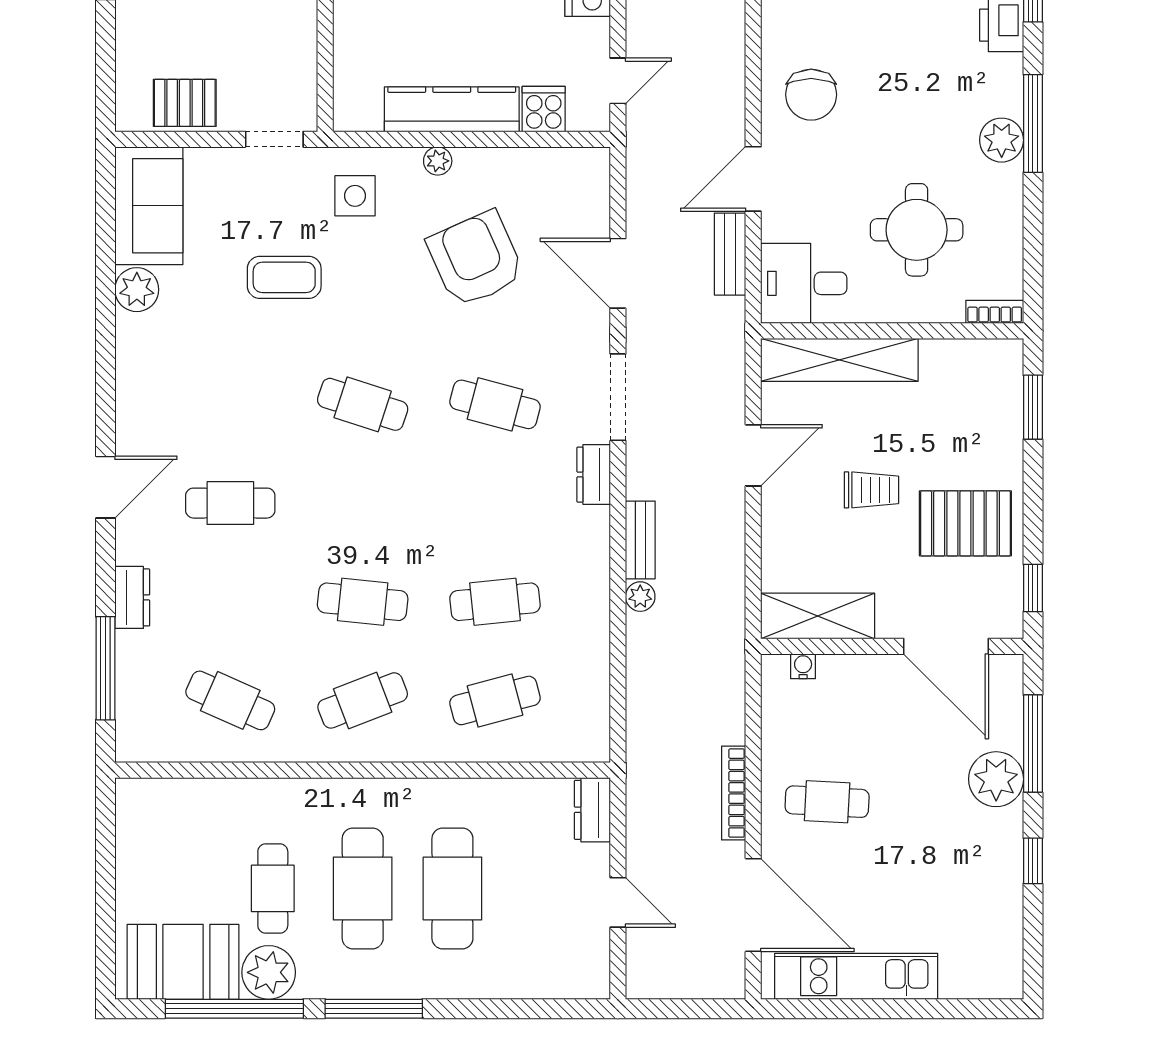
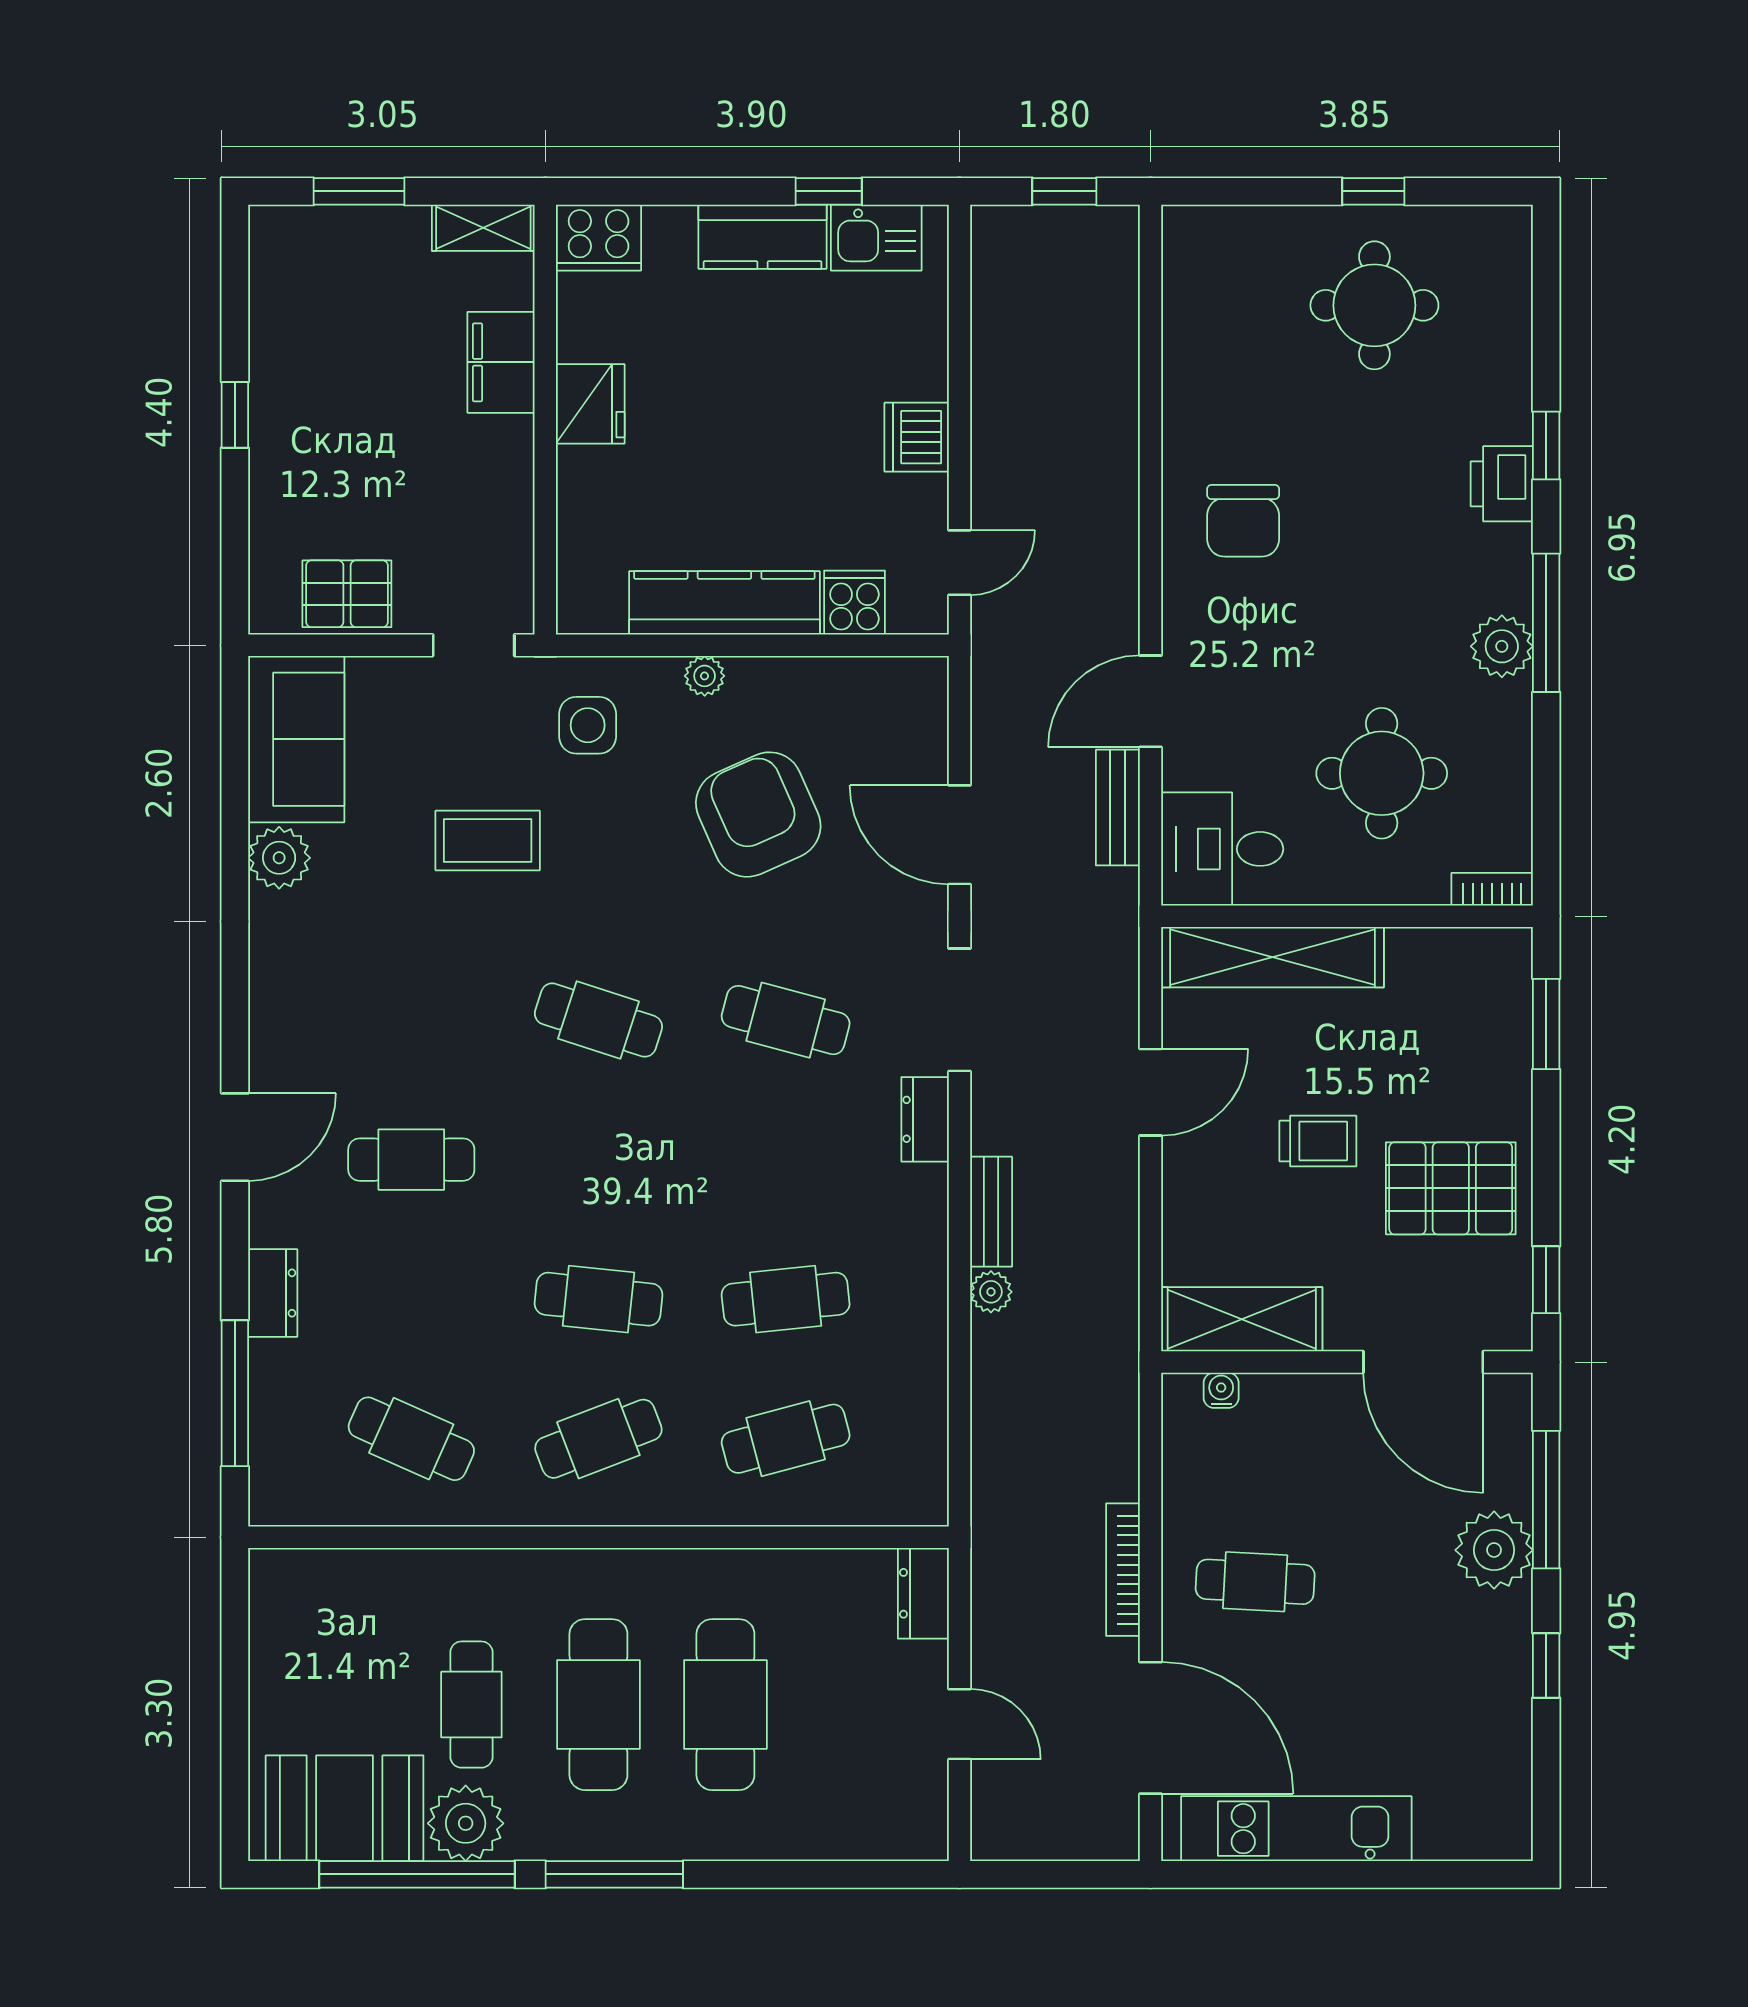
chair: (811, 95) -> (1243, 521), moved

